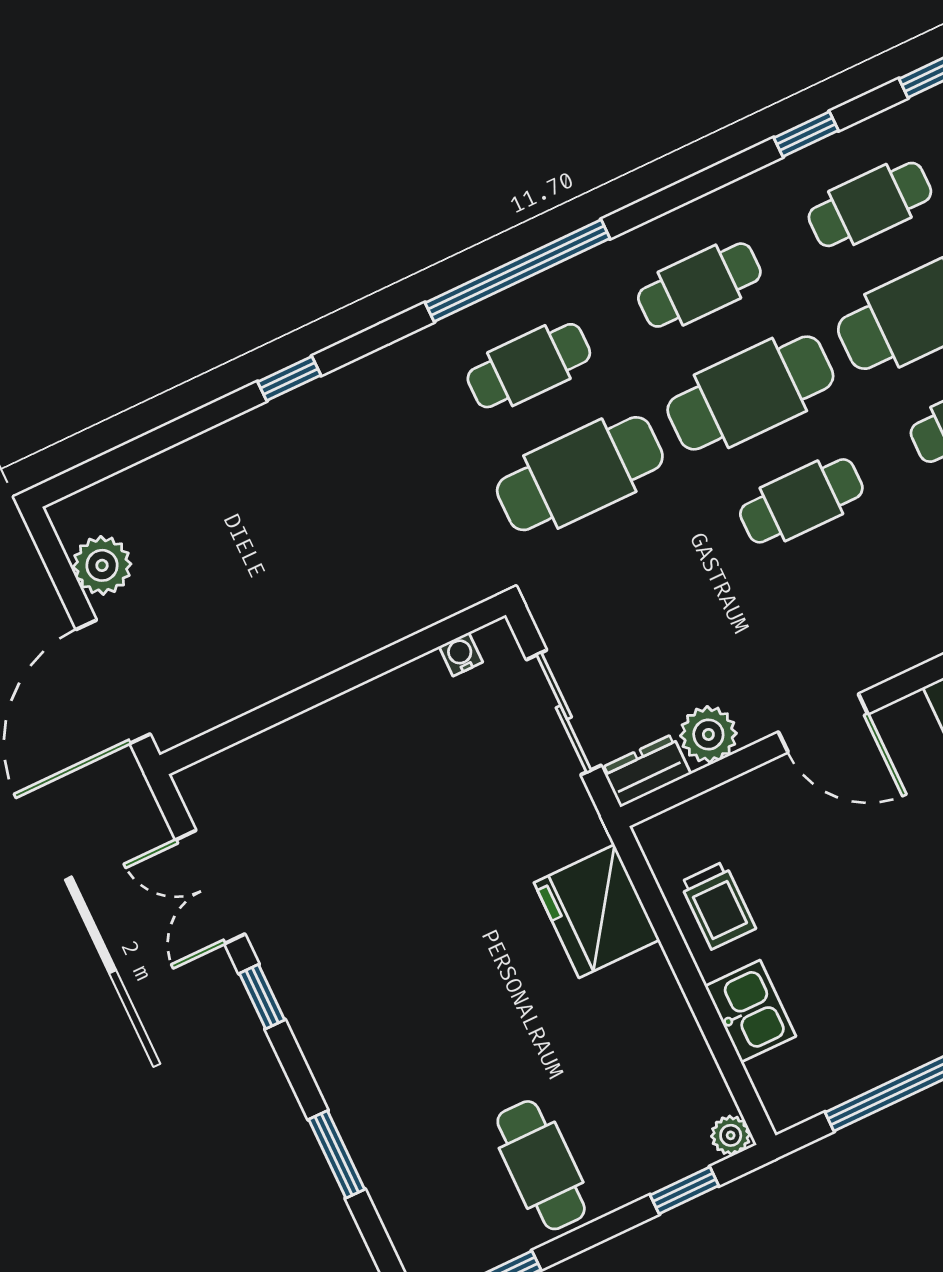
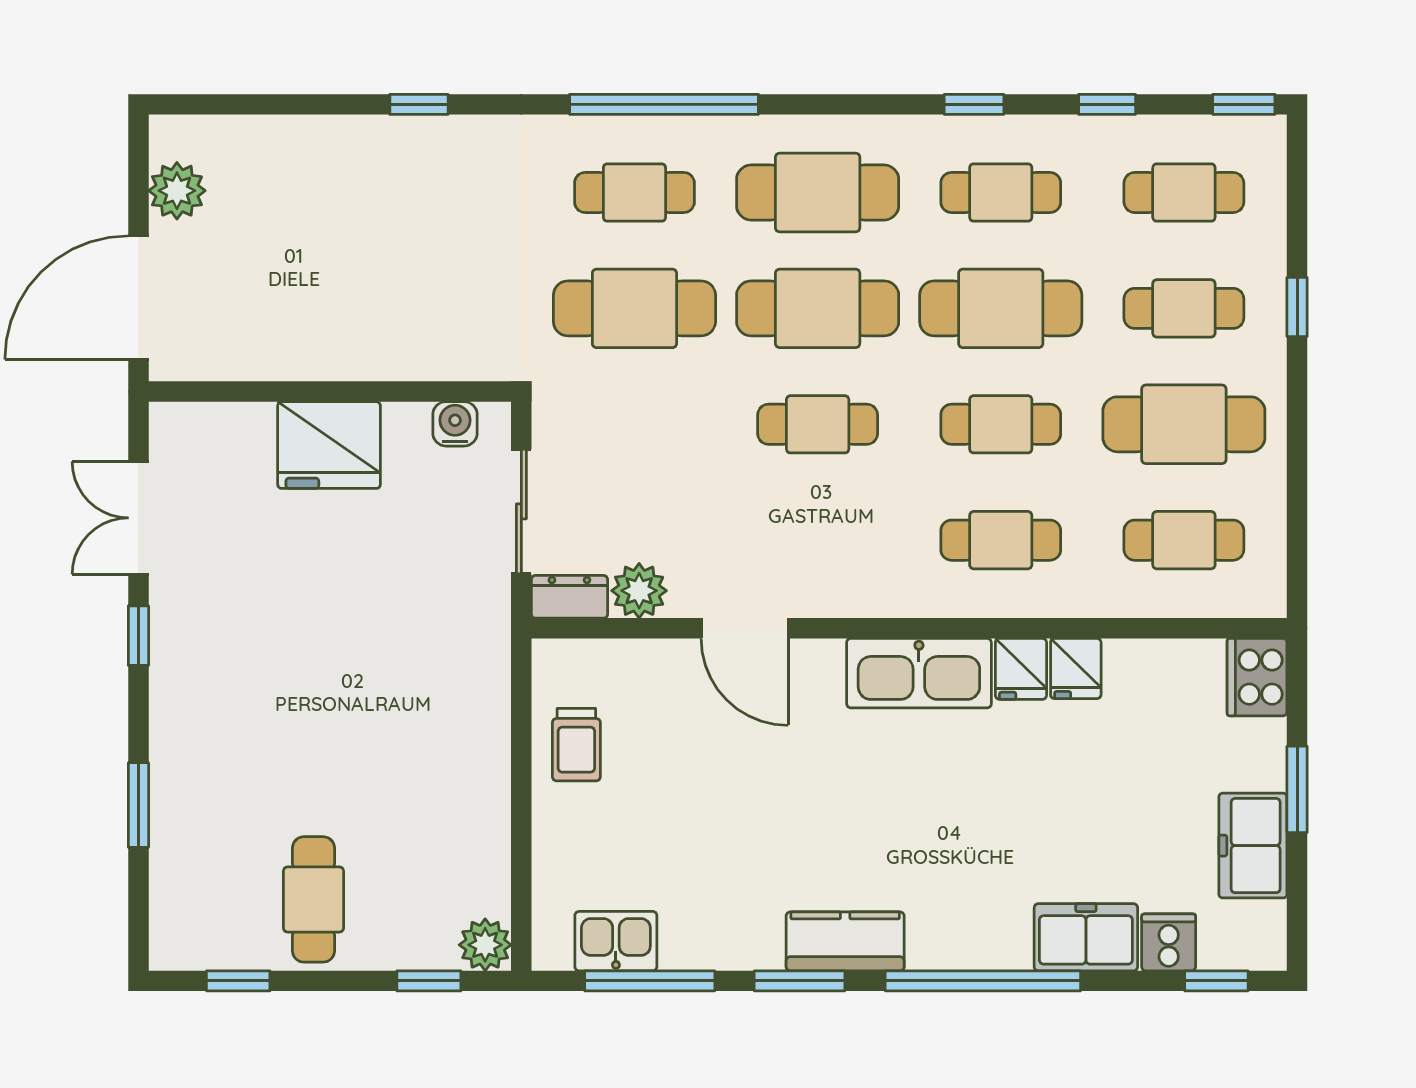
cafe table: (699, 285) -> (818, 193), width x1.37, depth x1.35
water cooler: (461, 654) -> (455, 424), width x1.38, depth x1.38
fridge: (597, 911) -> (329, 445), moved, turned -90
kitchen sink: (750, 1011) -> (616, 941), moved, turned -90
plant: (731, 1135) -> (485, 945), width x1.38, depth x1.38

